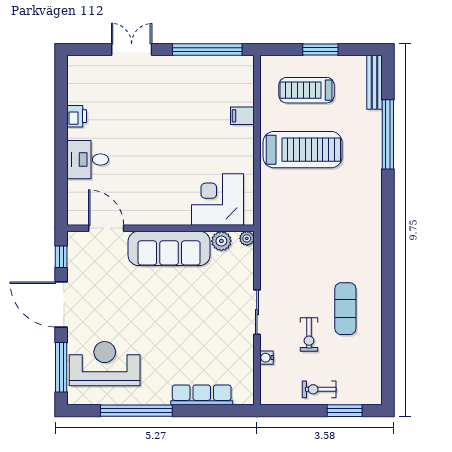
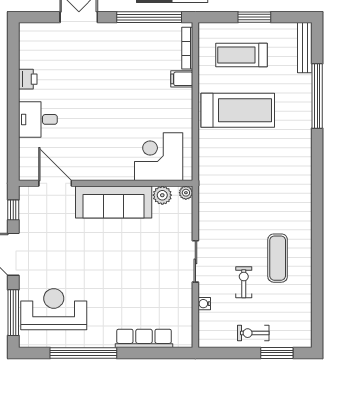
bookcase: (248, 83) -> (187, 48), added
exercise bike: (309, 335) -> (244, 282), turned 180

